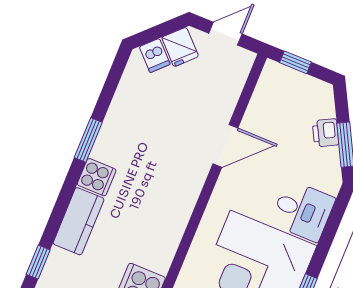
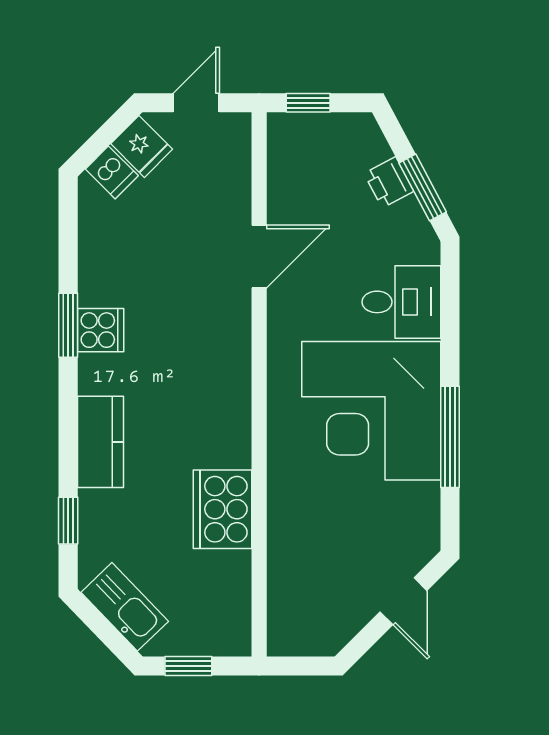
cooker: (97, 177) -> (101, 330), moved

